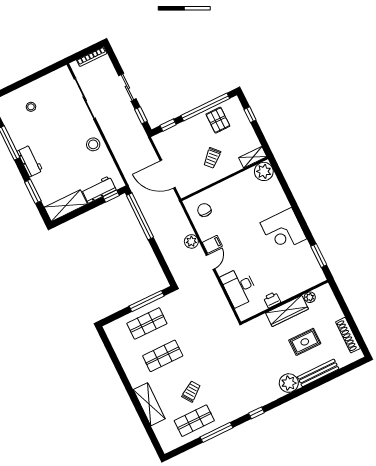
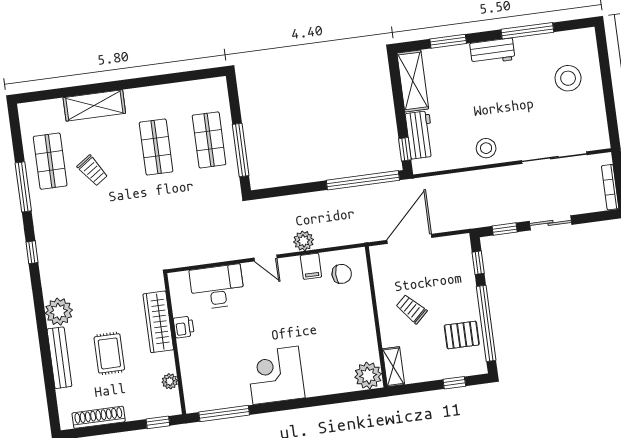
stool: (31, 107) -> (568, 78), width x1.89, depth x1.89
filing cabinet: (212, 244) -> (311, 266), moved
window: (319, 256) -> (224, 413), width x1.44
window: (339, 296) -> (158, 422), added
wardrobe: (287, 311) -> (158, 322), moved

